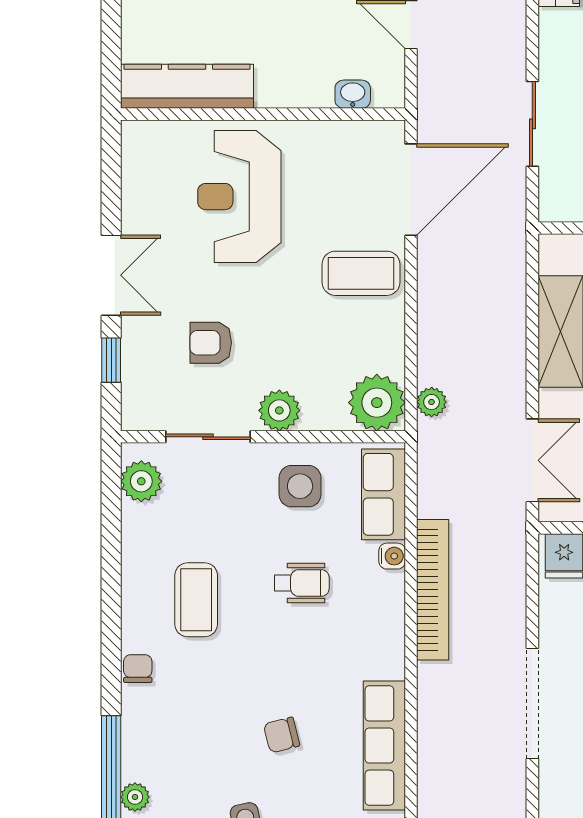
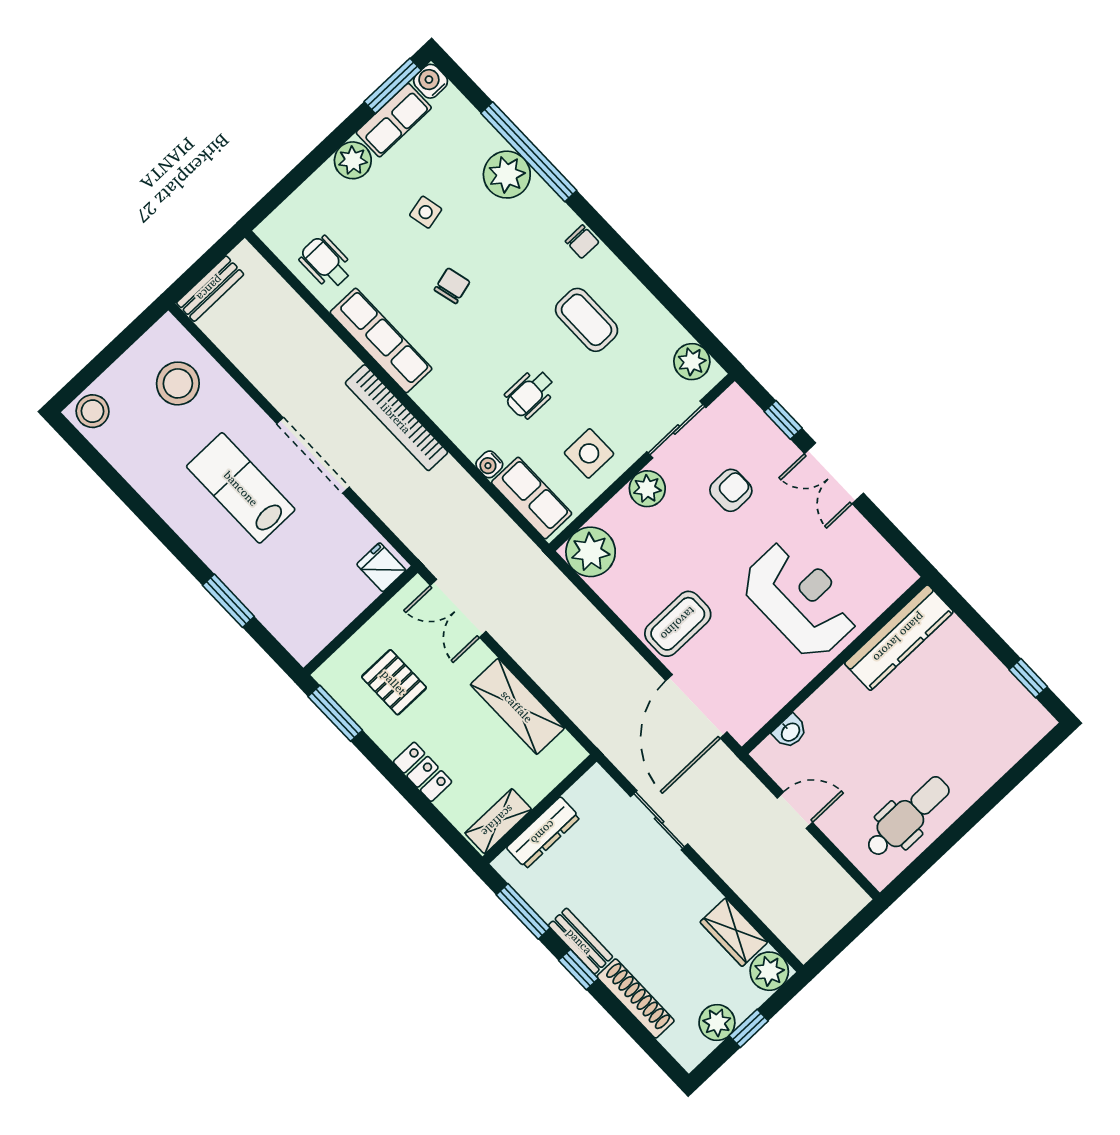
plant: (432, 402) -> (556, 585), removed
bookcase: (433, 590) -> (396, 418), moved
plant: (135, 797) -> (507, 175), width x1.87, depth x1.87

